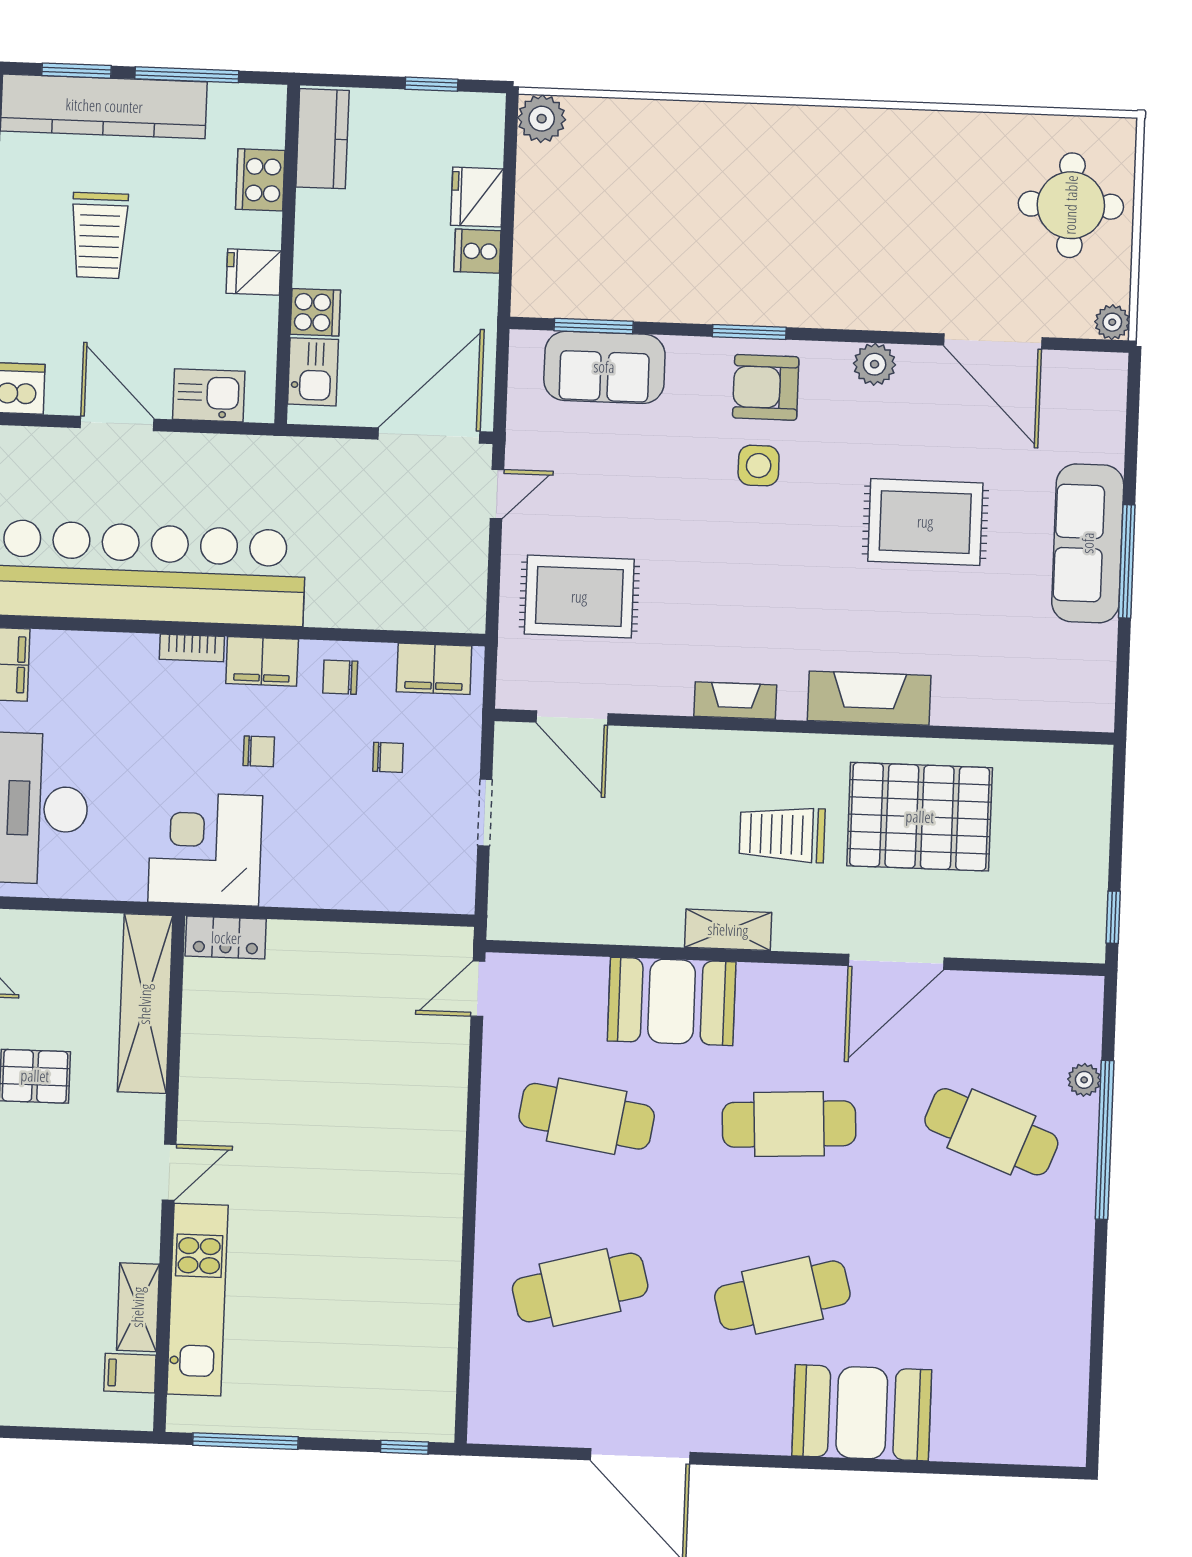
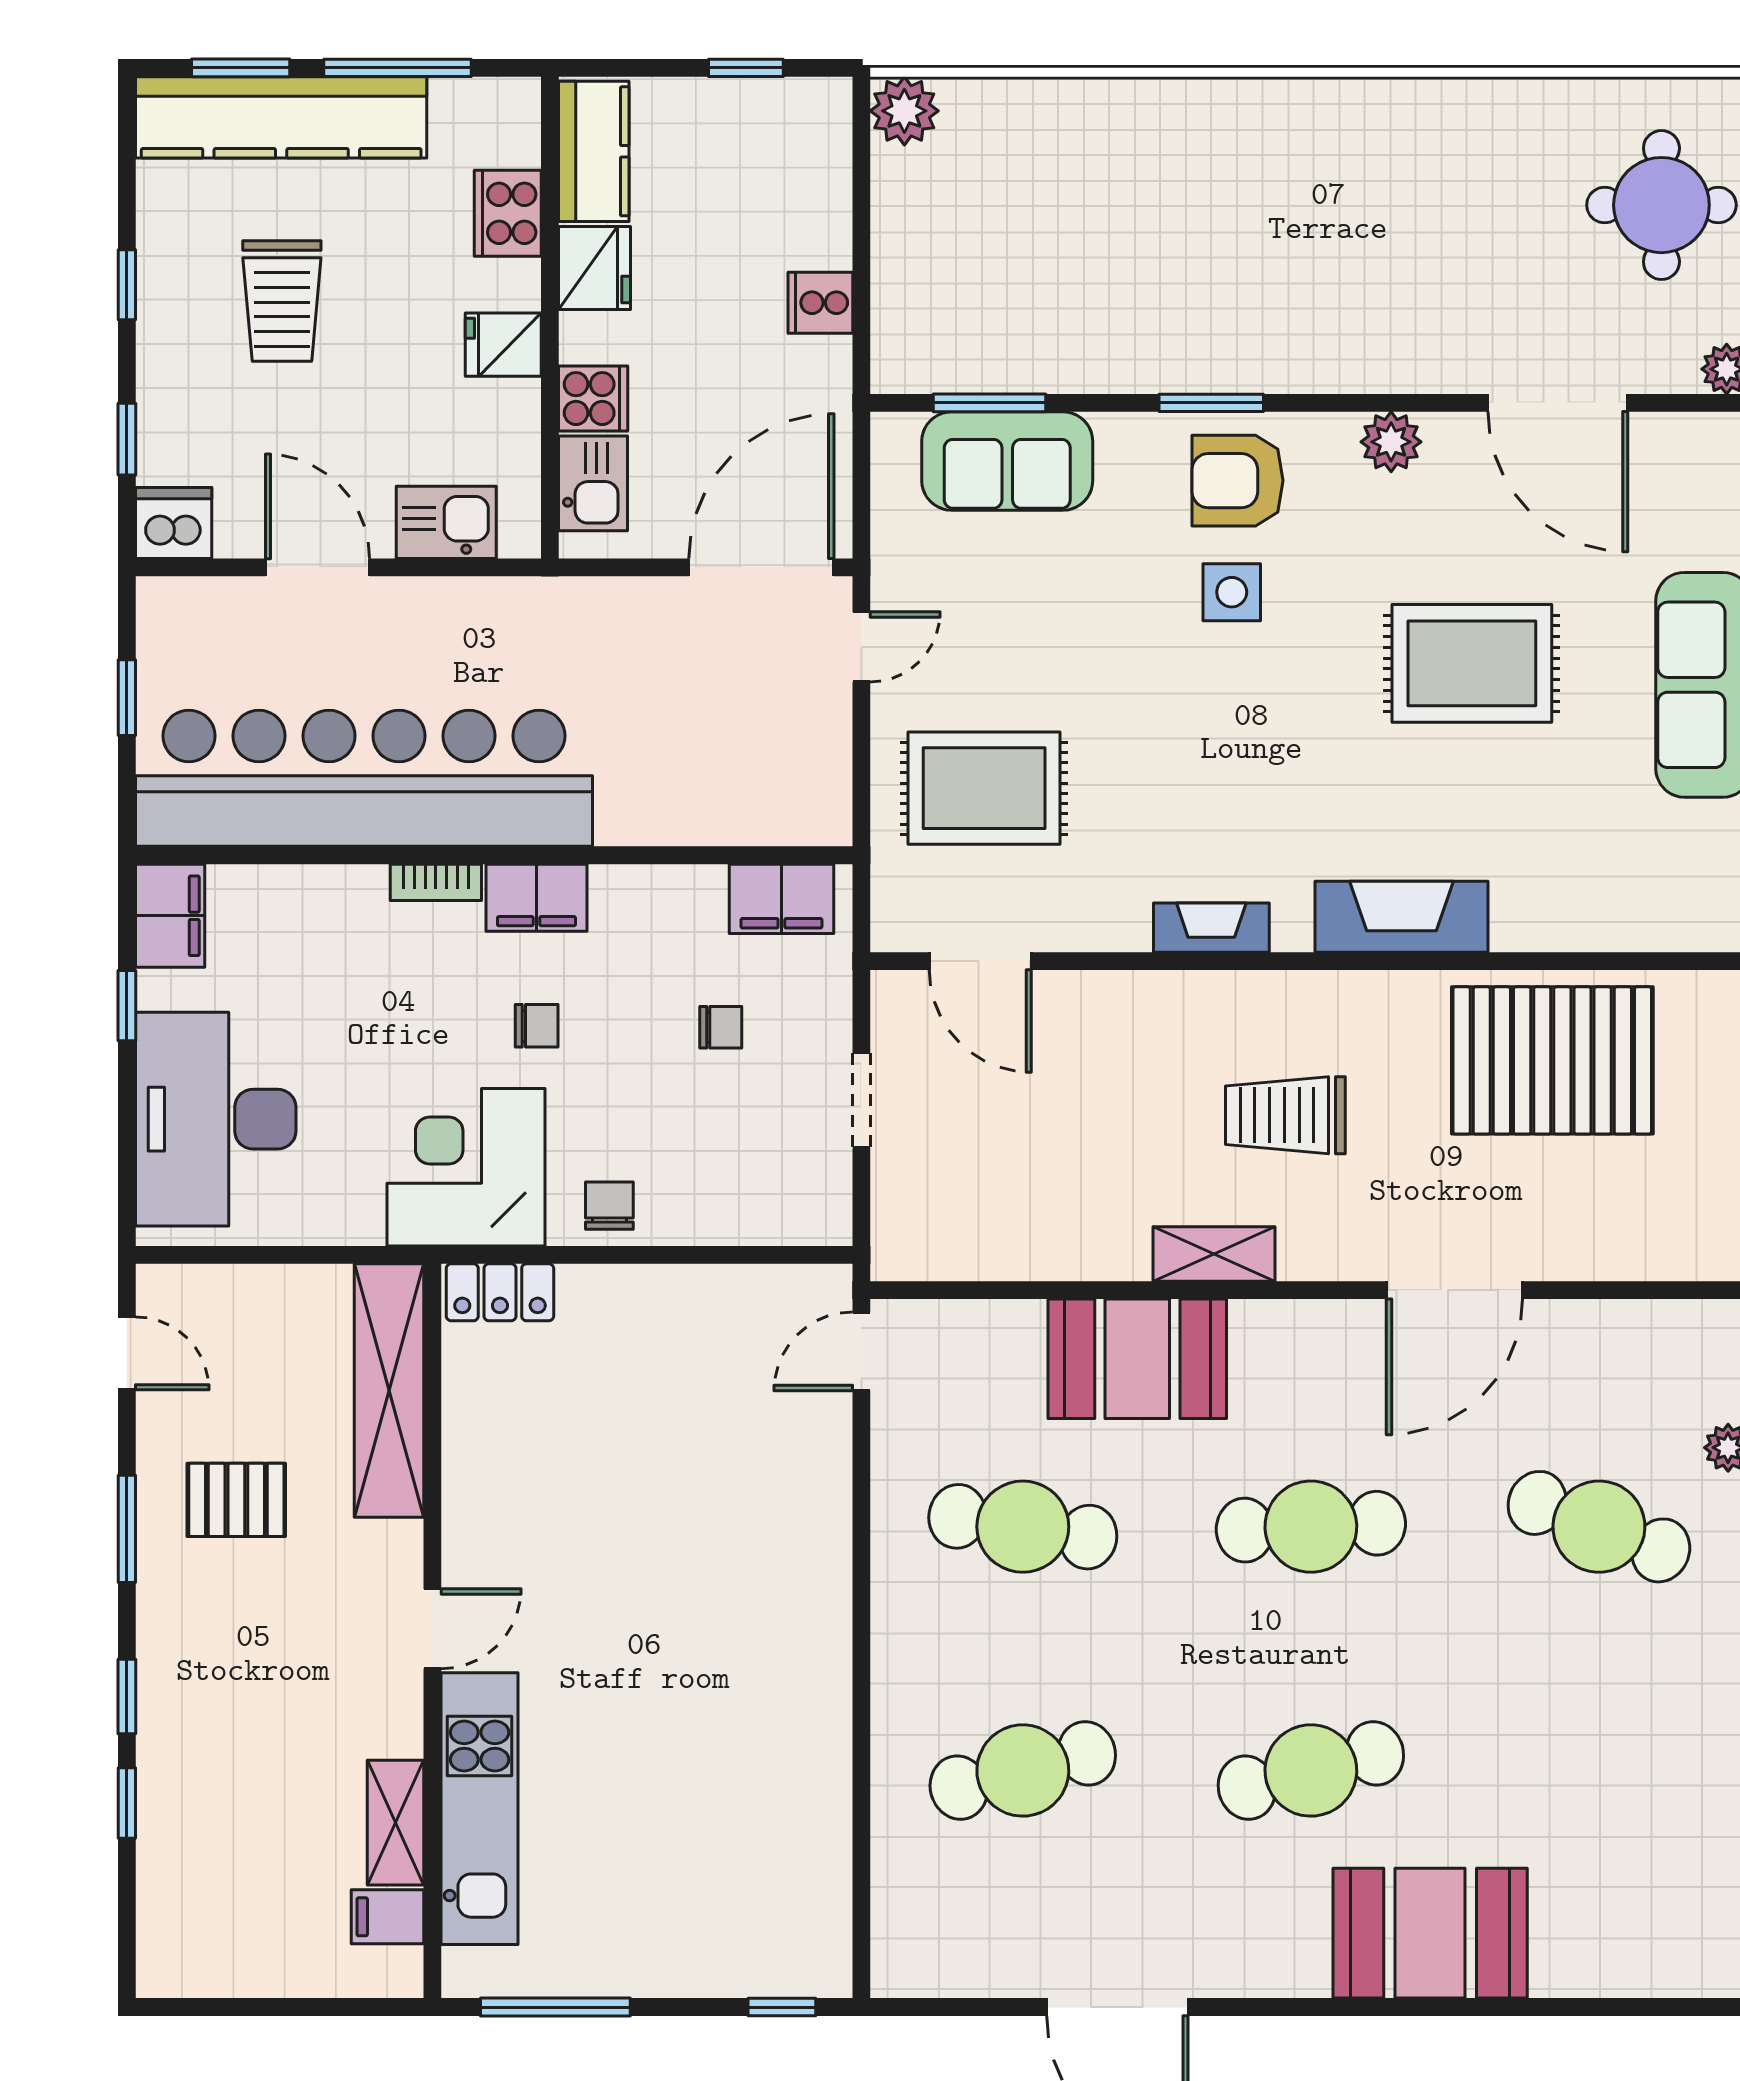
fridge: (477, 197) -> (595, 268), moved, turned 180
chair: (340, 677) -> (609, 1206), moved, turned 90
pallet: (920, 817) -> (1552, 1060), moved

